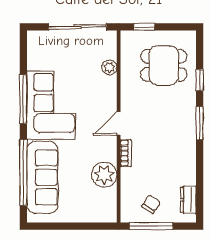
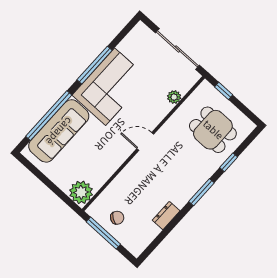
bookcase: (126, 153) -> (132, 167), removed
plant: (104, 175) -> (81, 192), moved
dresser: (188, 200) -> (166, 216), moved

